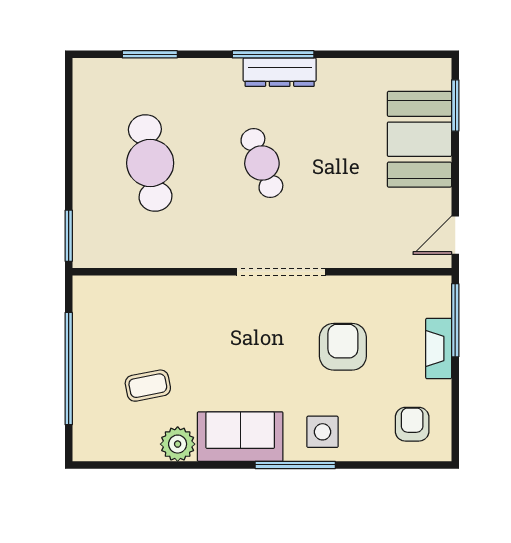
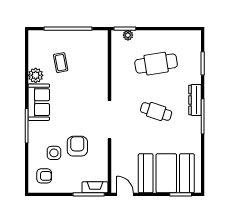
dresser: (280, 72) -> (195, 100), moved
booth: (419, 139) -> (166, 173), width x1.36, depth x1.42
cafe table: (262, 163) -> (156, 111), turned 39
plant: (84, 229) -> (128, 35), added
armchair: (343, 347) -> (77, 146), turned -90
fireplace: (439, 348) -> (95, 187), moved
side table: (323, 432) -> (54, 153), moved

